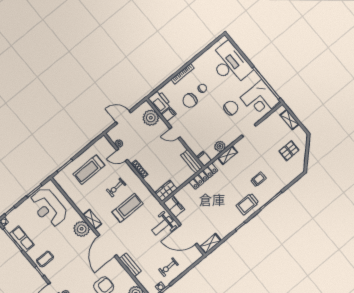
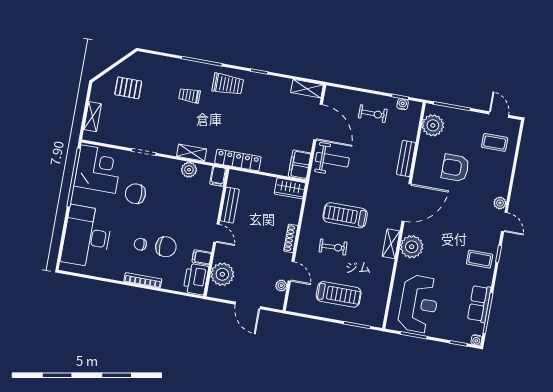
bench: (192, 162) -> (230, 205), moved

